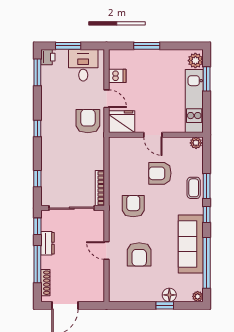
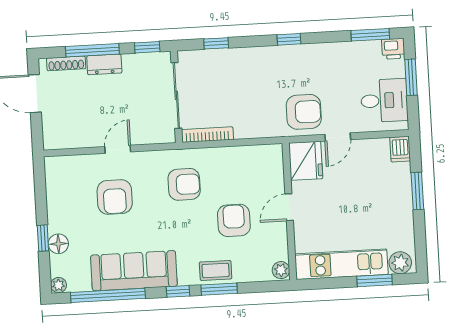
dishwasher: (117, 76) -> (400, 149), moved
dresser: (48, 243) -> (104, 64), moved
armchair: (139, 254) -> (115, 197), turned -90

